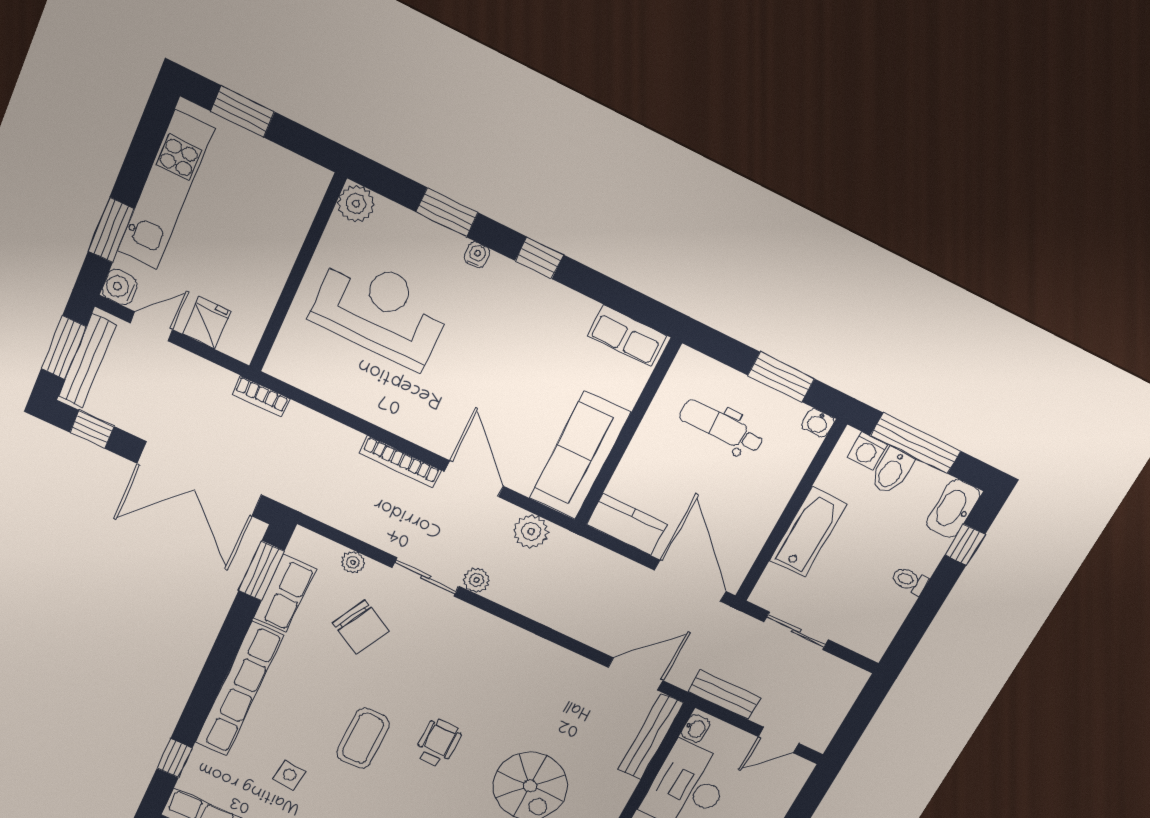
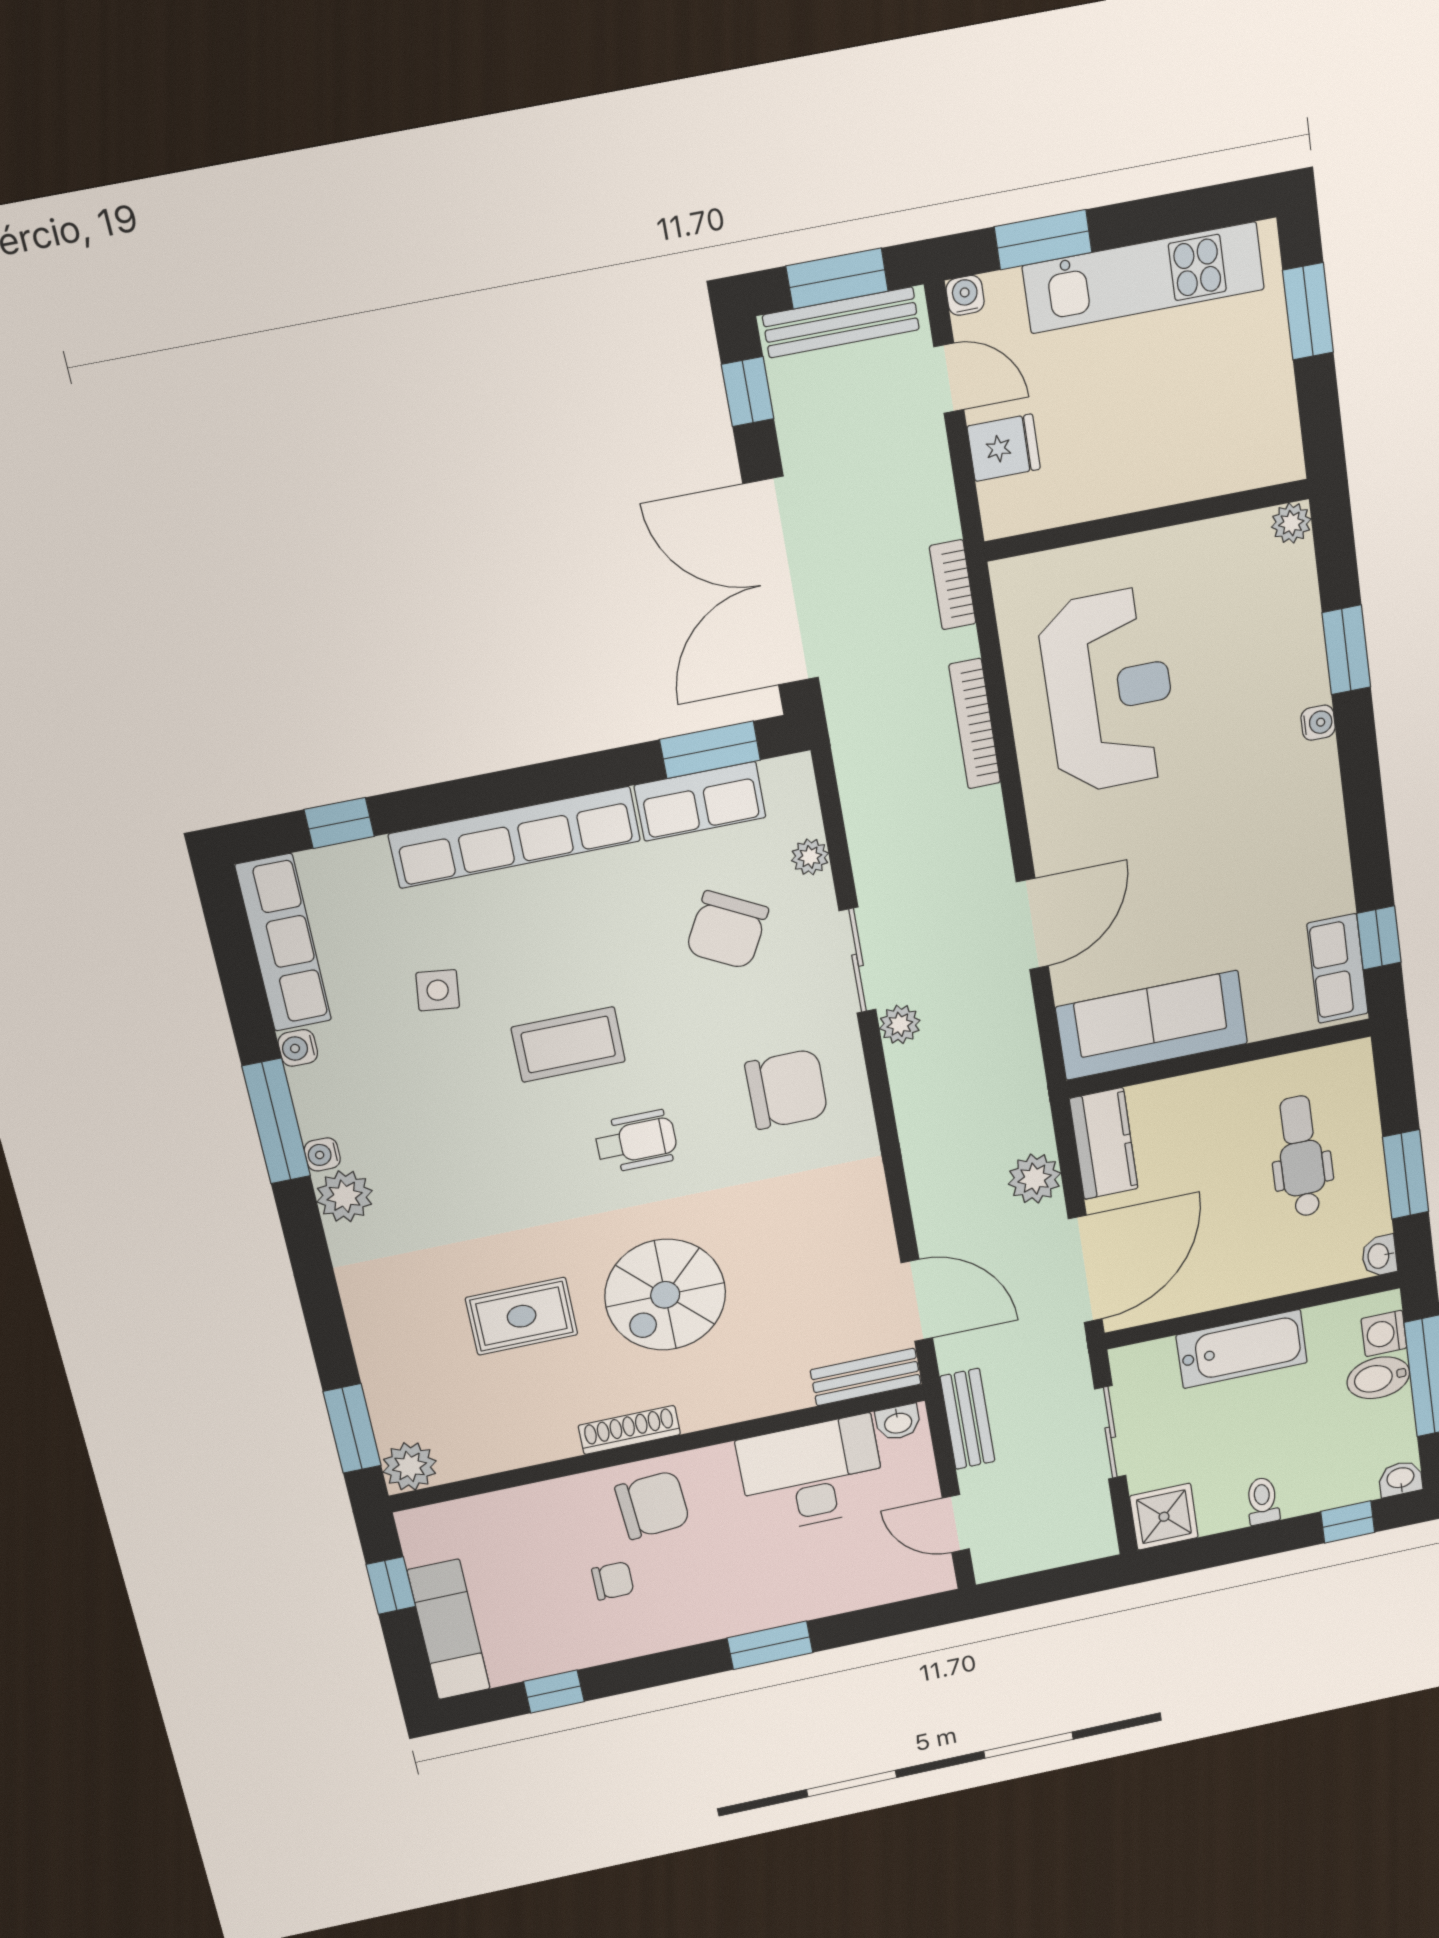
plant: (356, 204) -> (1291, 523), width x0.73, depth x0.73
window: (539, 258) -> (1379, 938), moved
water cooler: (120, 287) -> (965, 295), width x0.72, depth x0.72
reception desk: (380, 311) -> (1109, 691), moved
bookcase: (400, 462) -> (975, 724), moved
washbasin: (953, 509) -> (1401, 1479), width x0.52, depth x0.69
plant: (531, 531) -> (1035, 1179), moved
shower: (871, 637) -> (1164, 1517), added
chair: (467, 657) -> (787, 1089), added
bench: (651, 737) -> (866, 1377), width x0.73

